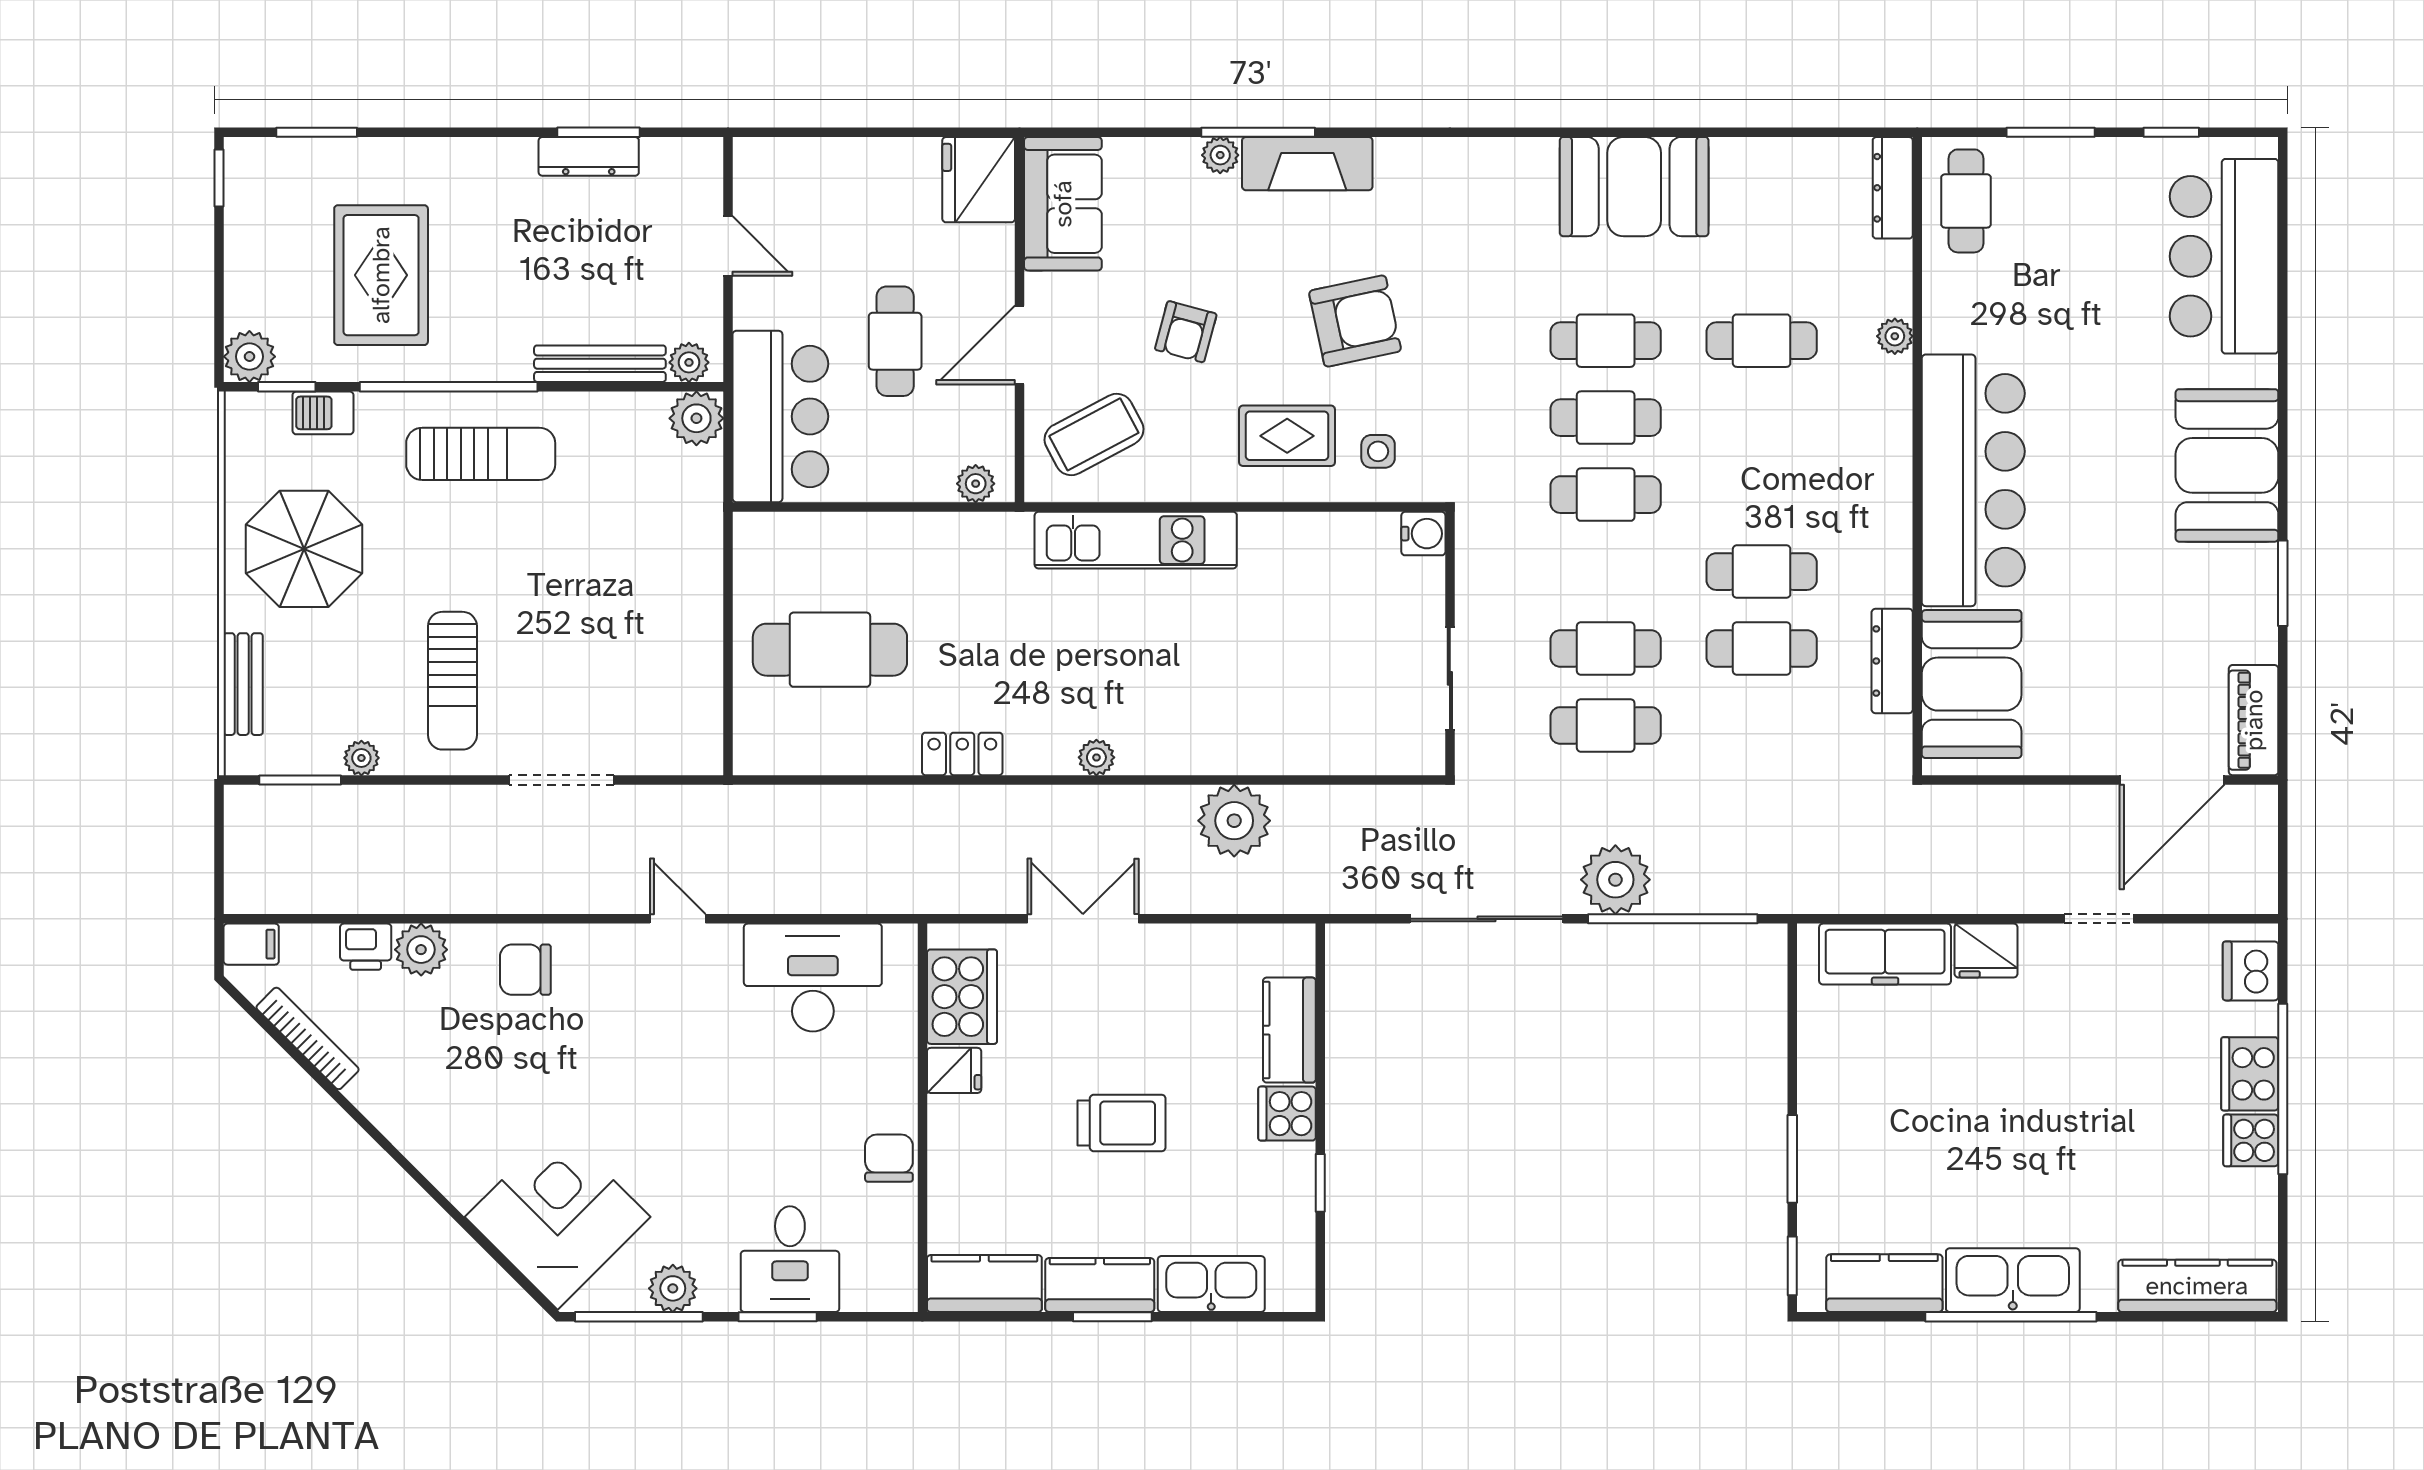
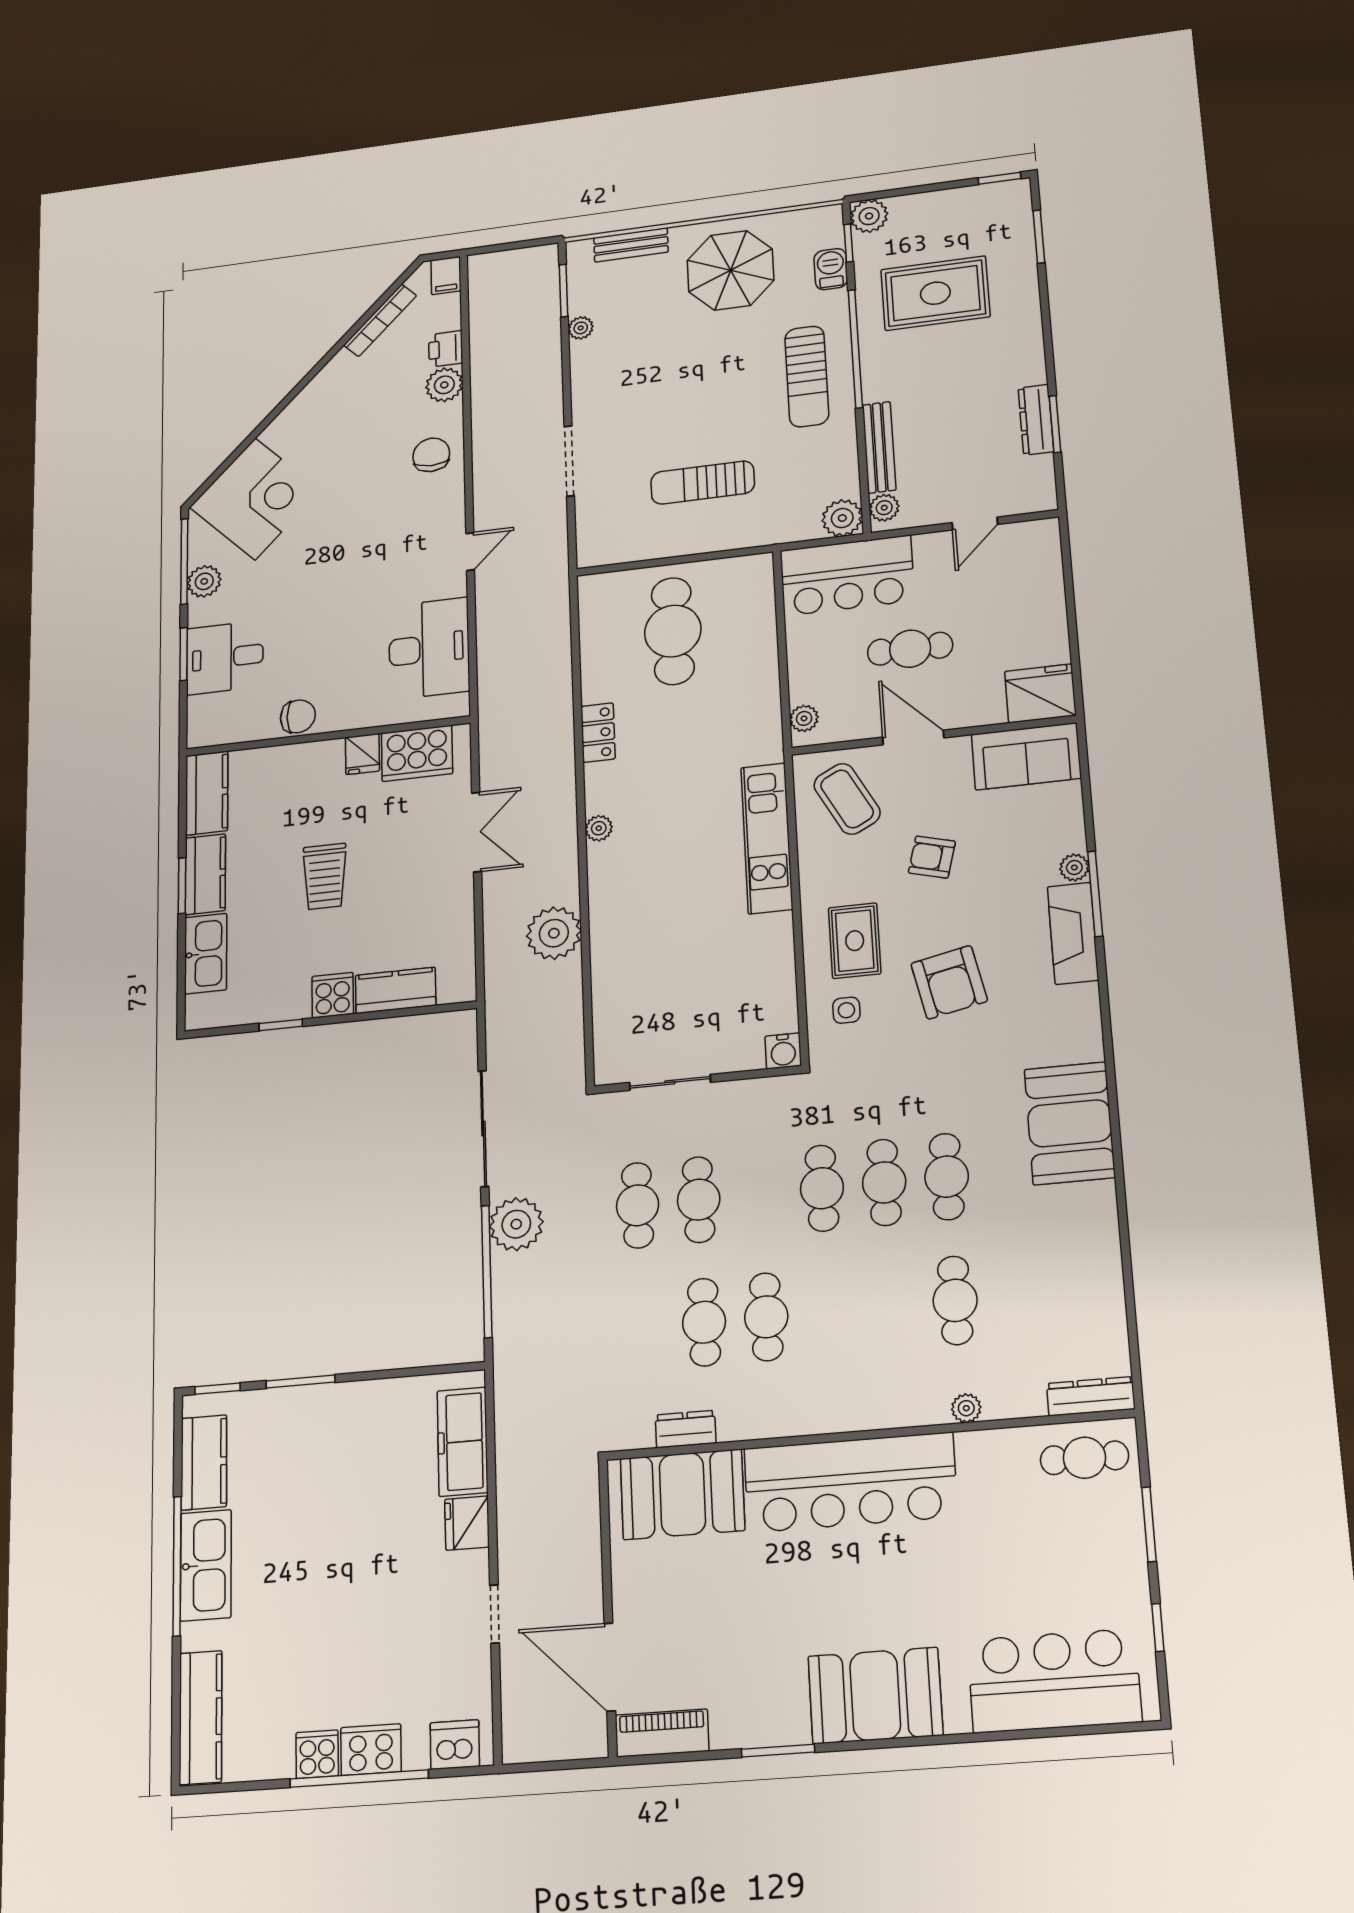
booth: (1634, 187) -> (1070, 1123), moved
dresser: (1892, 661) -> (686, 1429), width x0.70
sun lounger: (452, 681) -> (703, 483), moved

